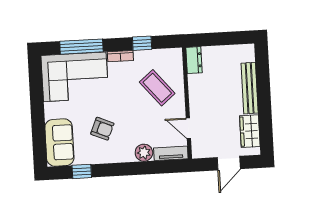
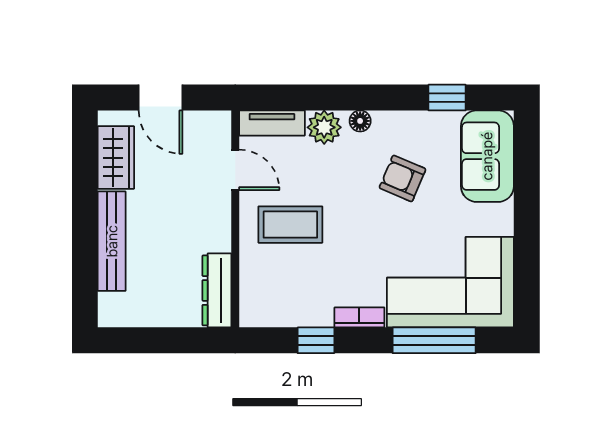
dresser: (194, 60) -> (217, 290), width x1.44
coffee table: (157, 88) -> (290, 225), moved, turned -50
floor lamp: (126, 157) -> (360, 121), added
door: (229, 163) -> (161, 98), swing flipped

